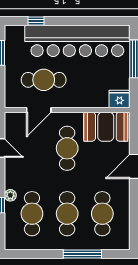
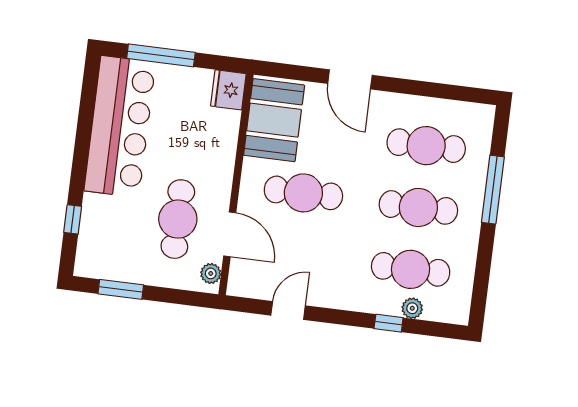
bar counter: (77, 41) -> (120, 127), width x0.73
plant: (16, 102) -> (211, 273), added
plant: (10, 195) -> (412, 308), moved

